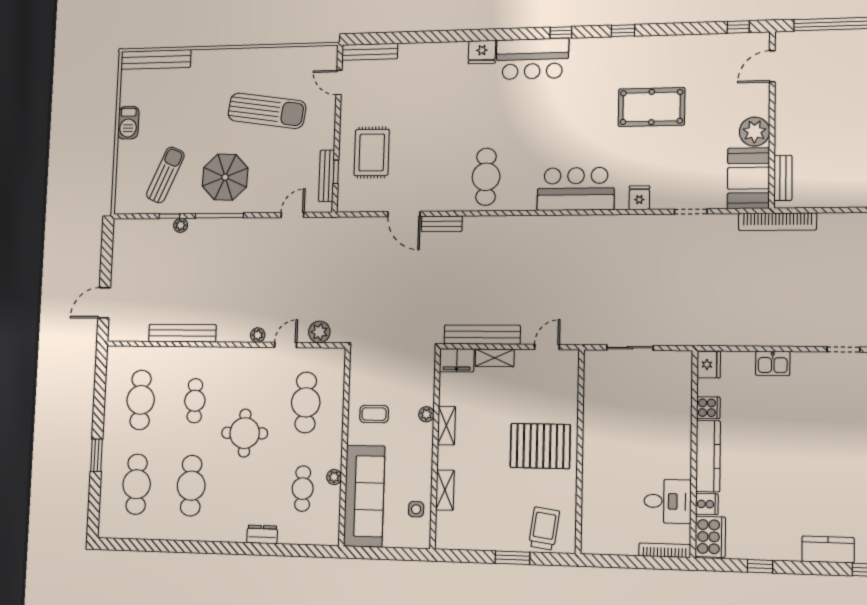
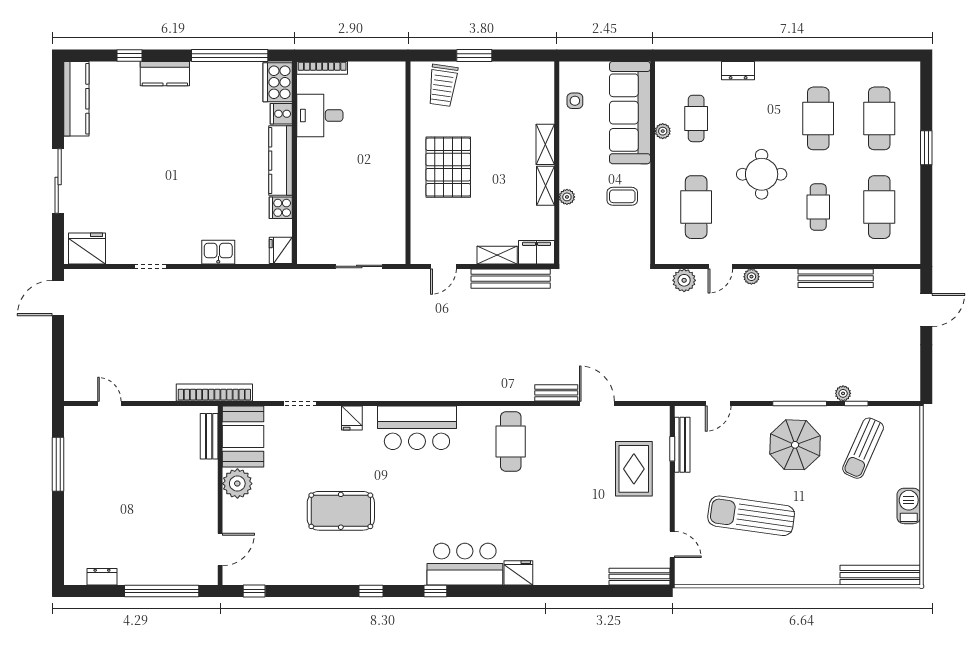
pallet: (540, 446) -> (448, 167), turned 90
shelving: (445, 490) -> (545, 144), moved
window: (760, 566) -> (230, 56), width x3.17

